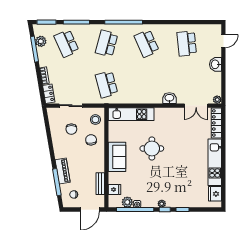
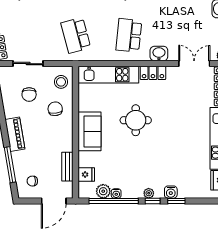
school desk: (147, 84) -> (129, 35), added
double door: (196, 106) -> (194, 64), swing flipped
locker: (165, 113) -> (153, 73), added
piano: (63, 171) -> (15, 134), moved
water cooler: (178, 203) -> (171, 192), added

